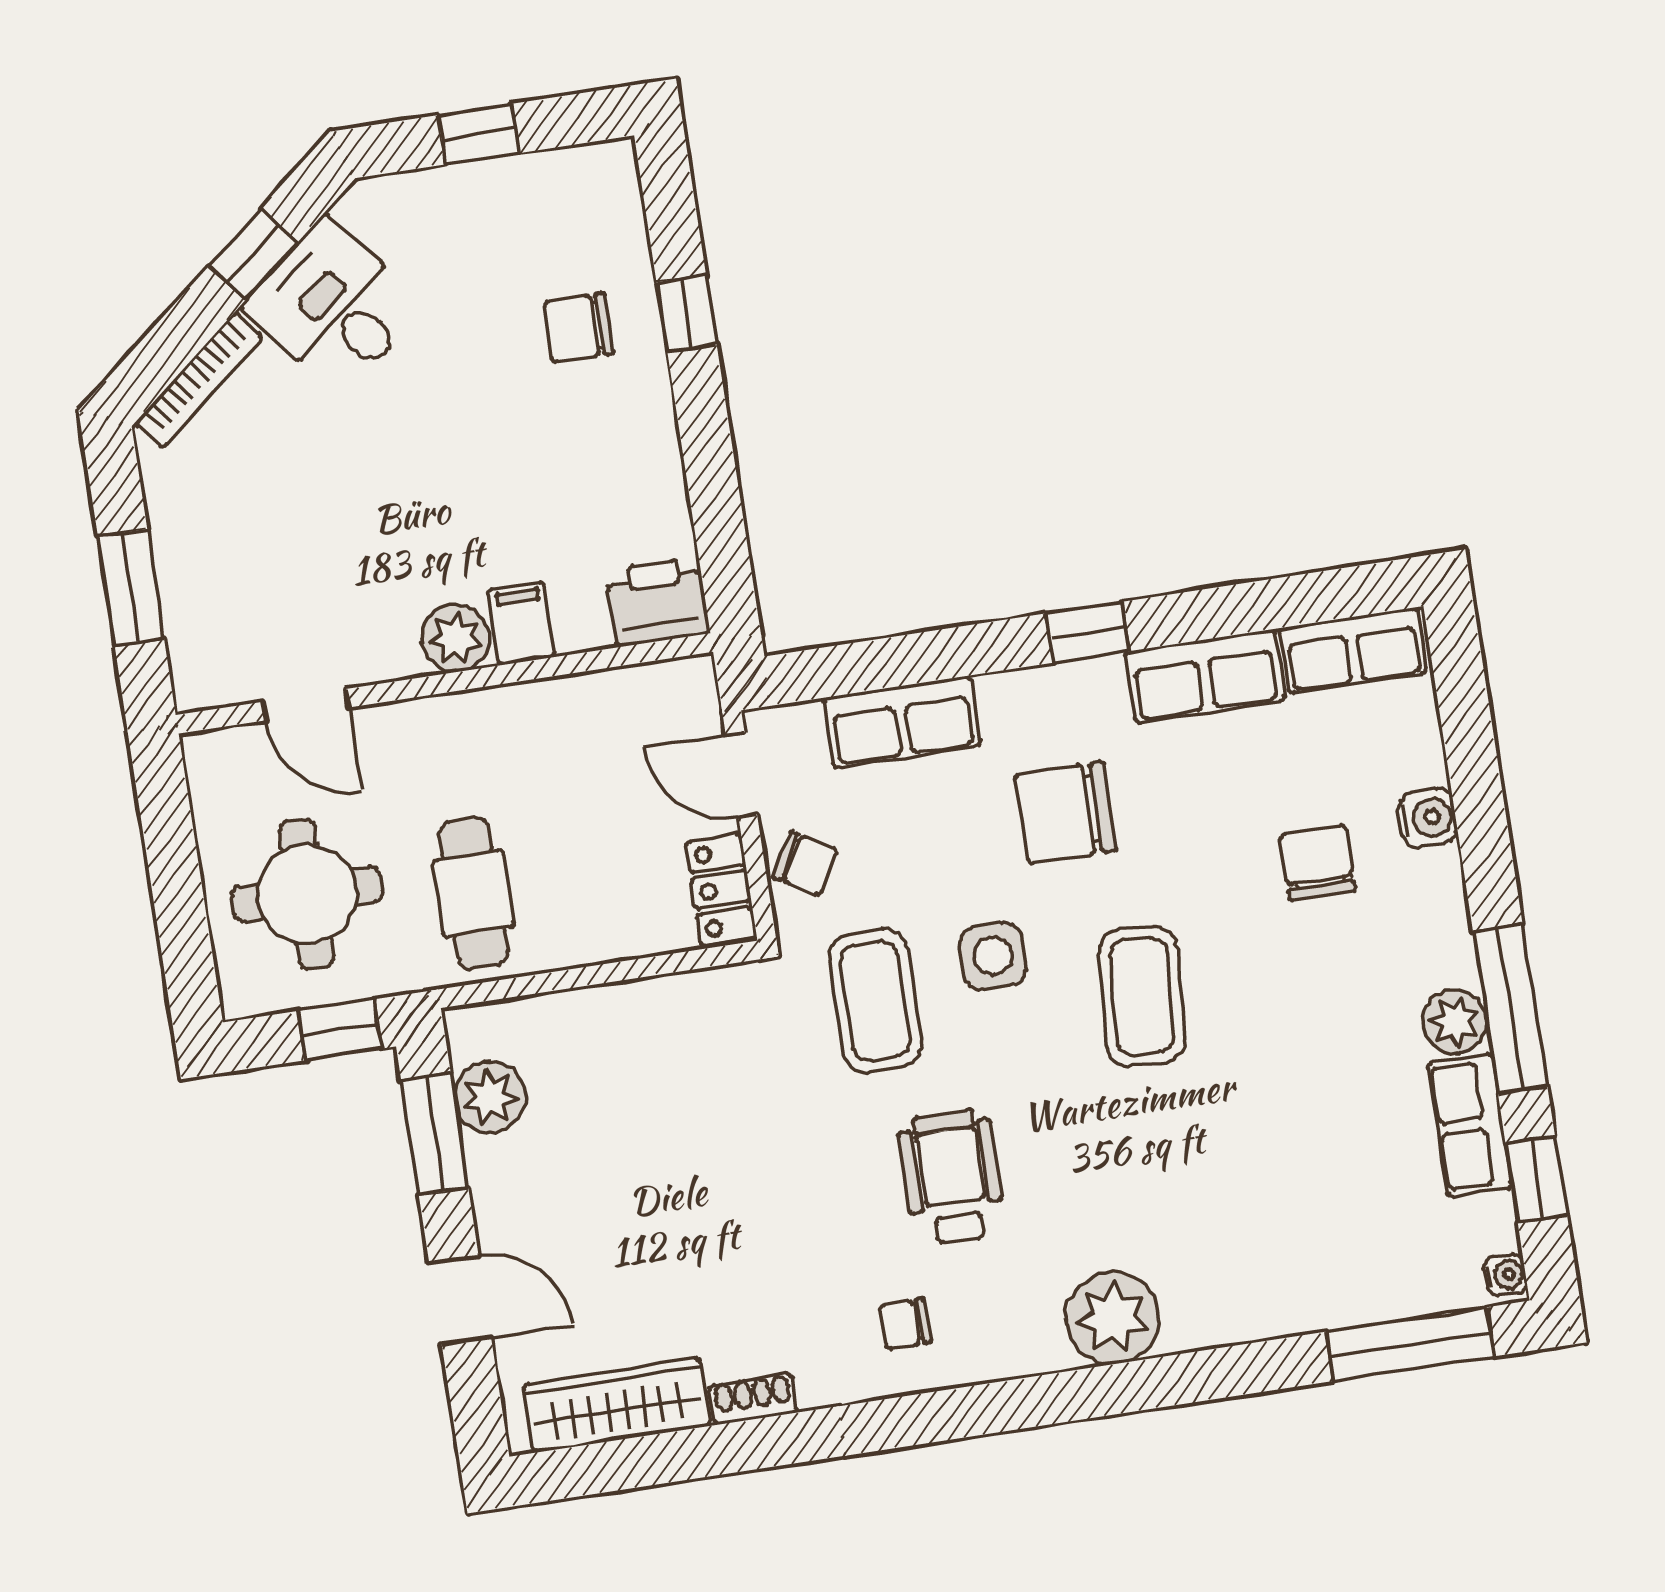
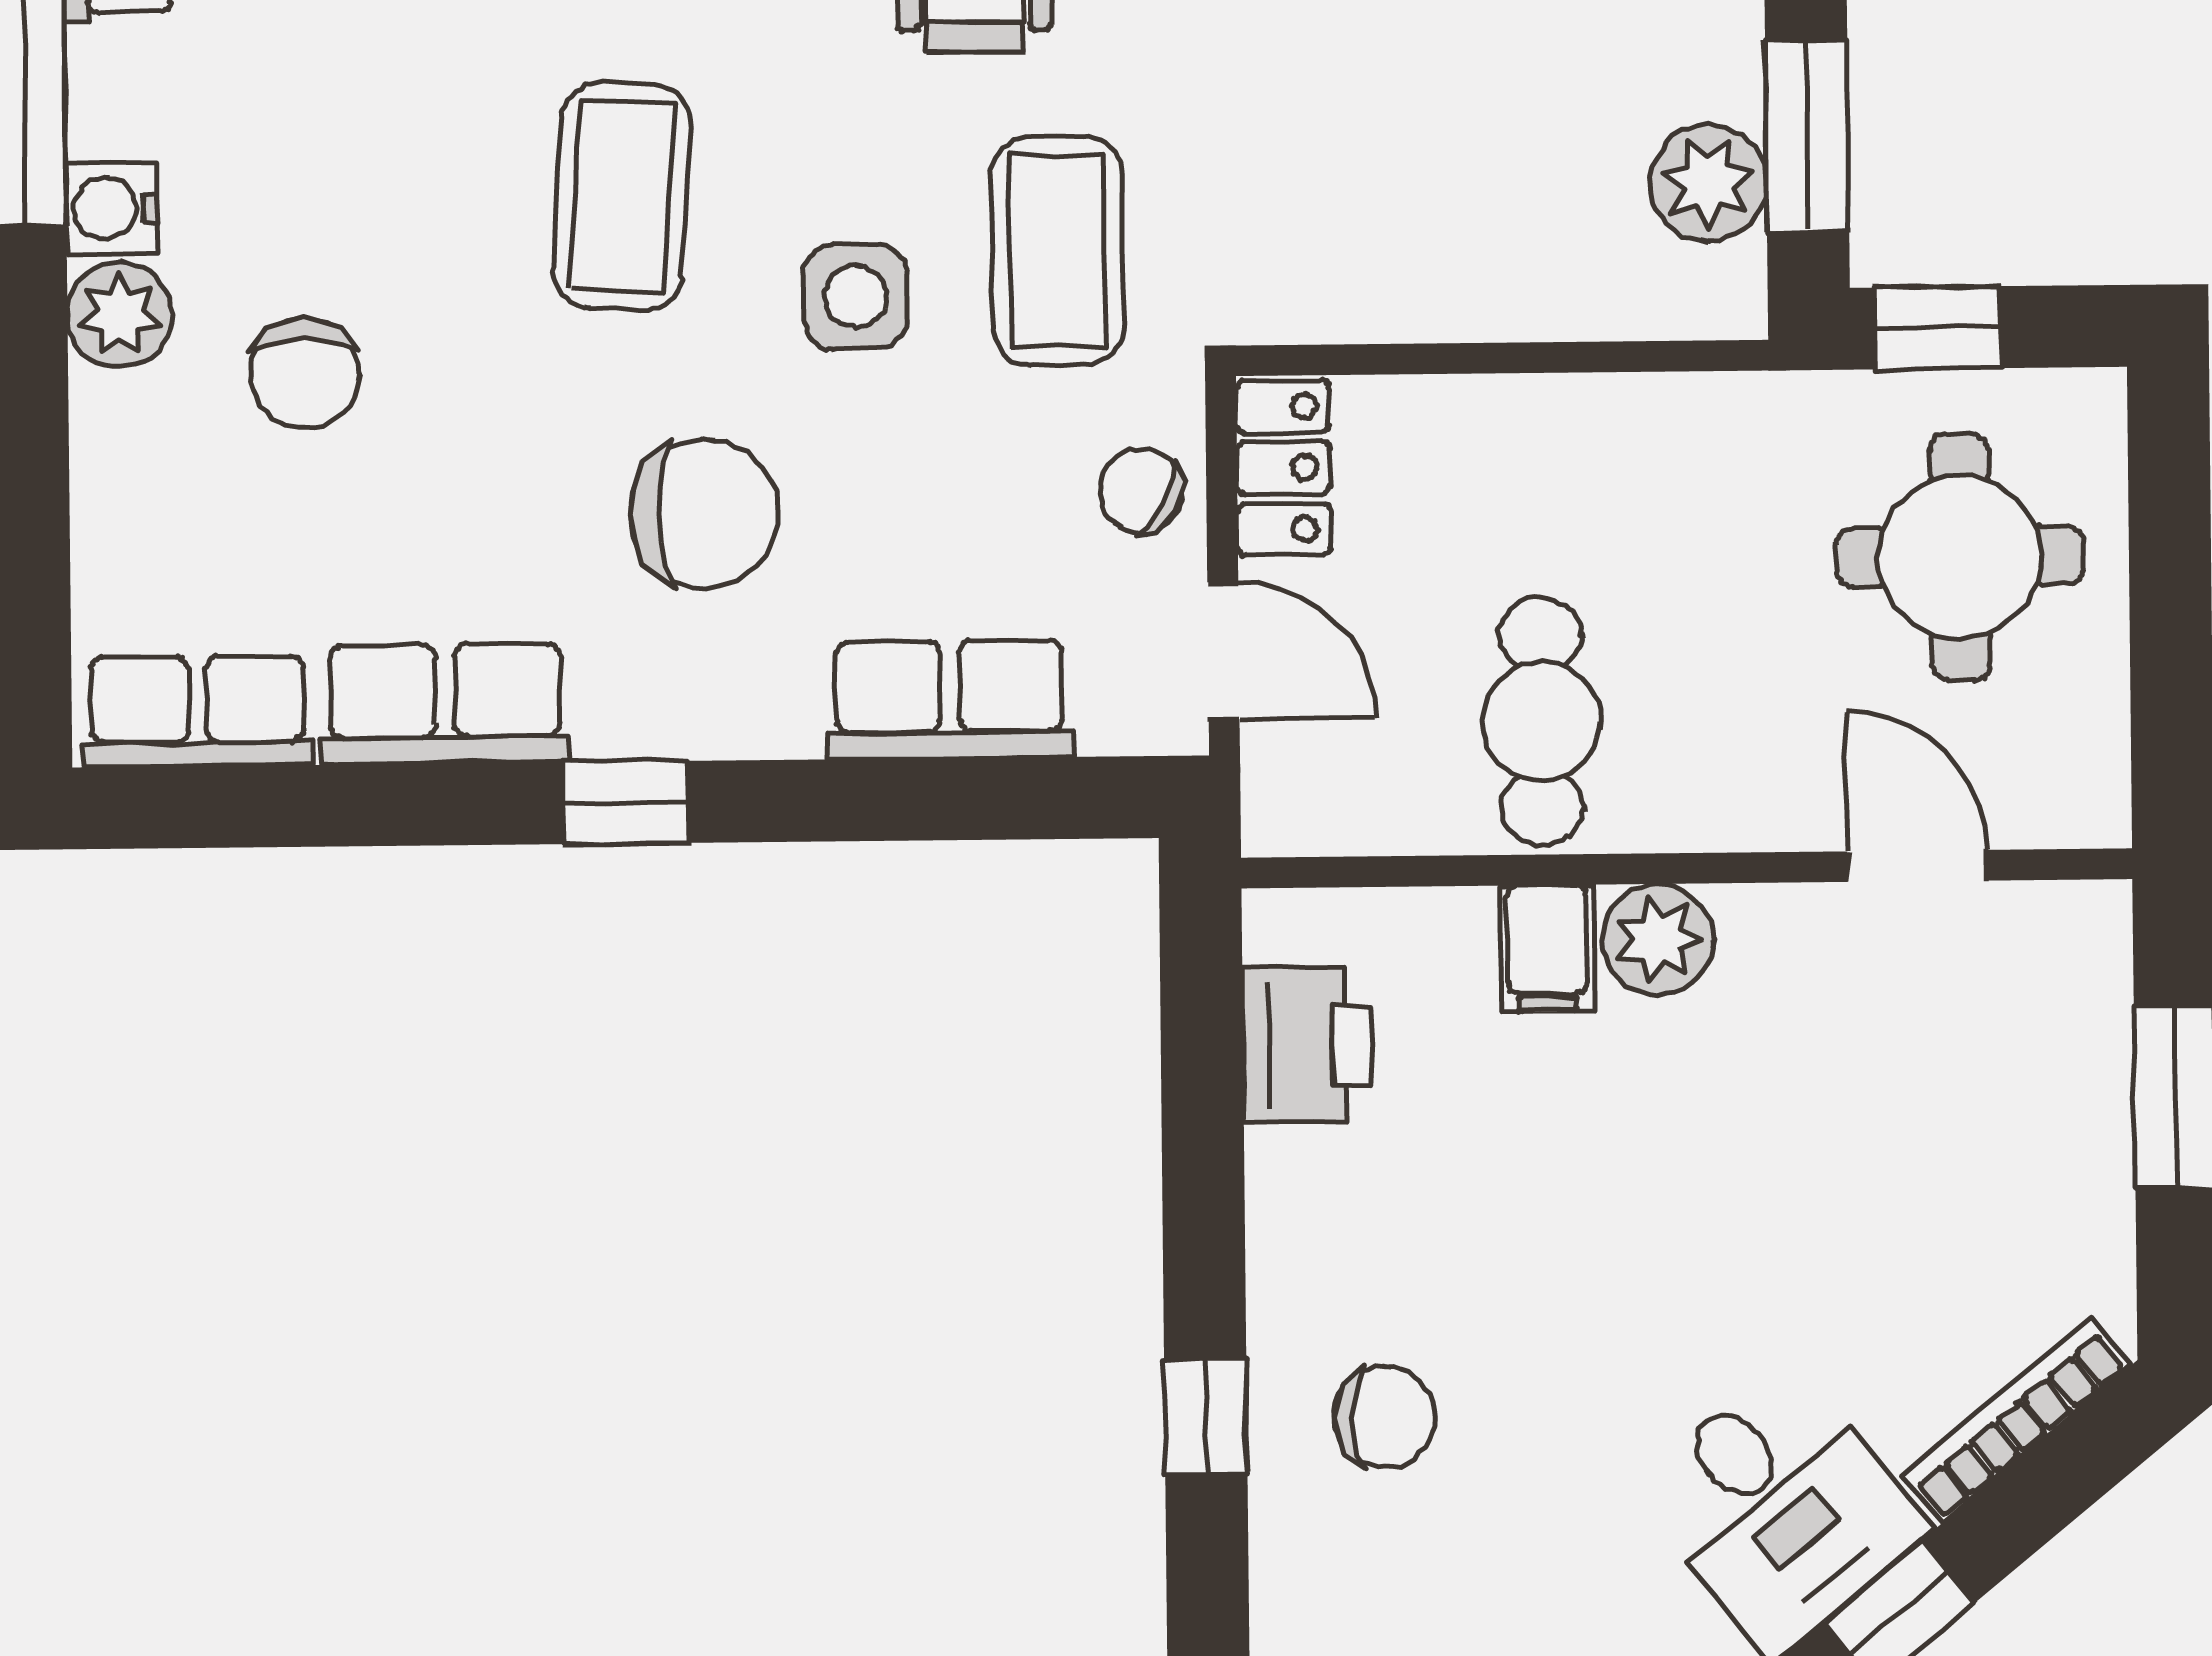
printer: (658, 602) -> (1307, 1045), moved, turned -90
water cooler: (1428, 818) -> (112, 209), moved
cafe table: (473, 893) -> (1541, 721), moved
plant: (1455, 1021) -> (120, 315), moved

